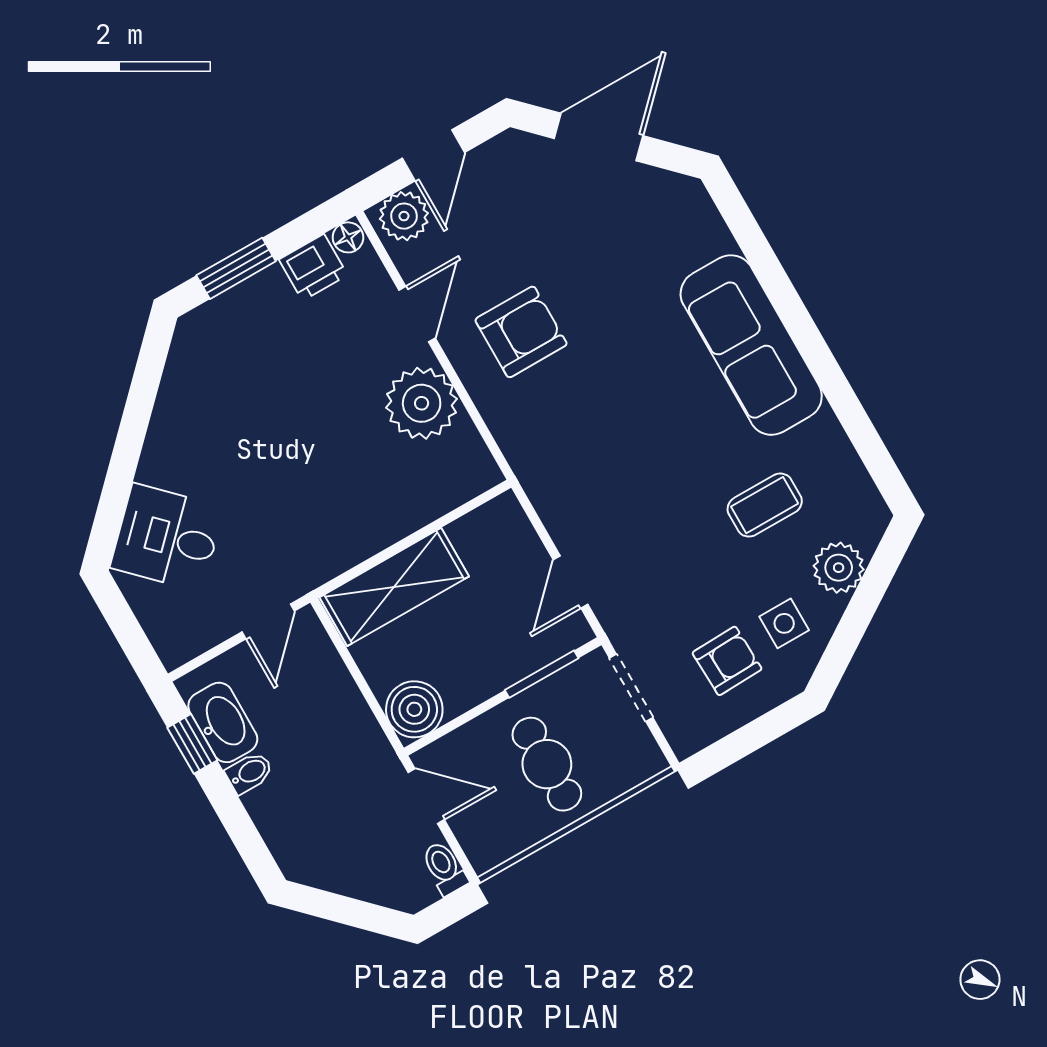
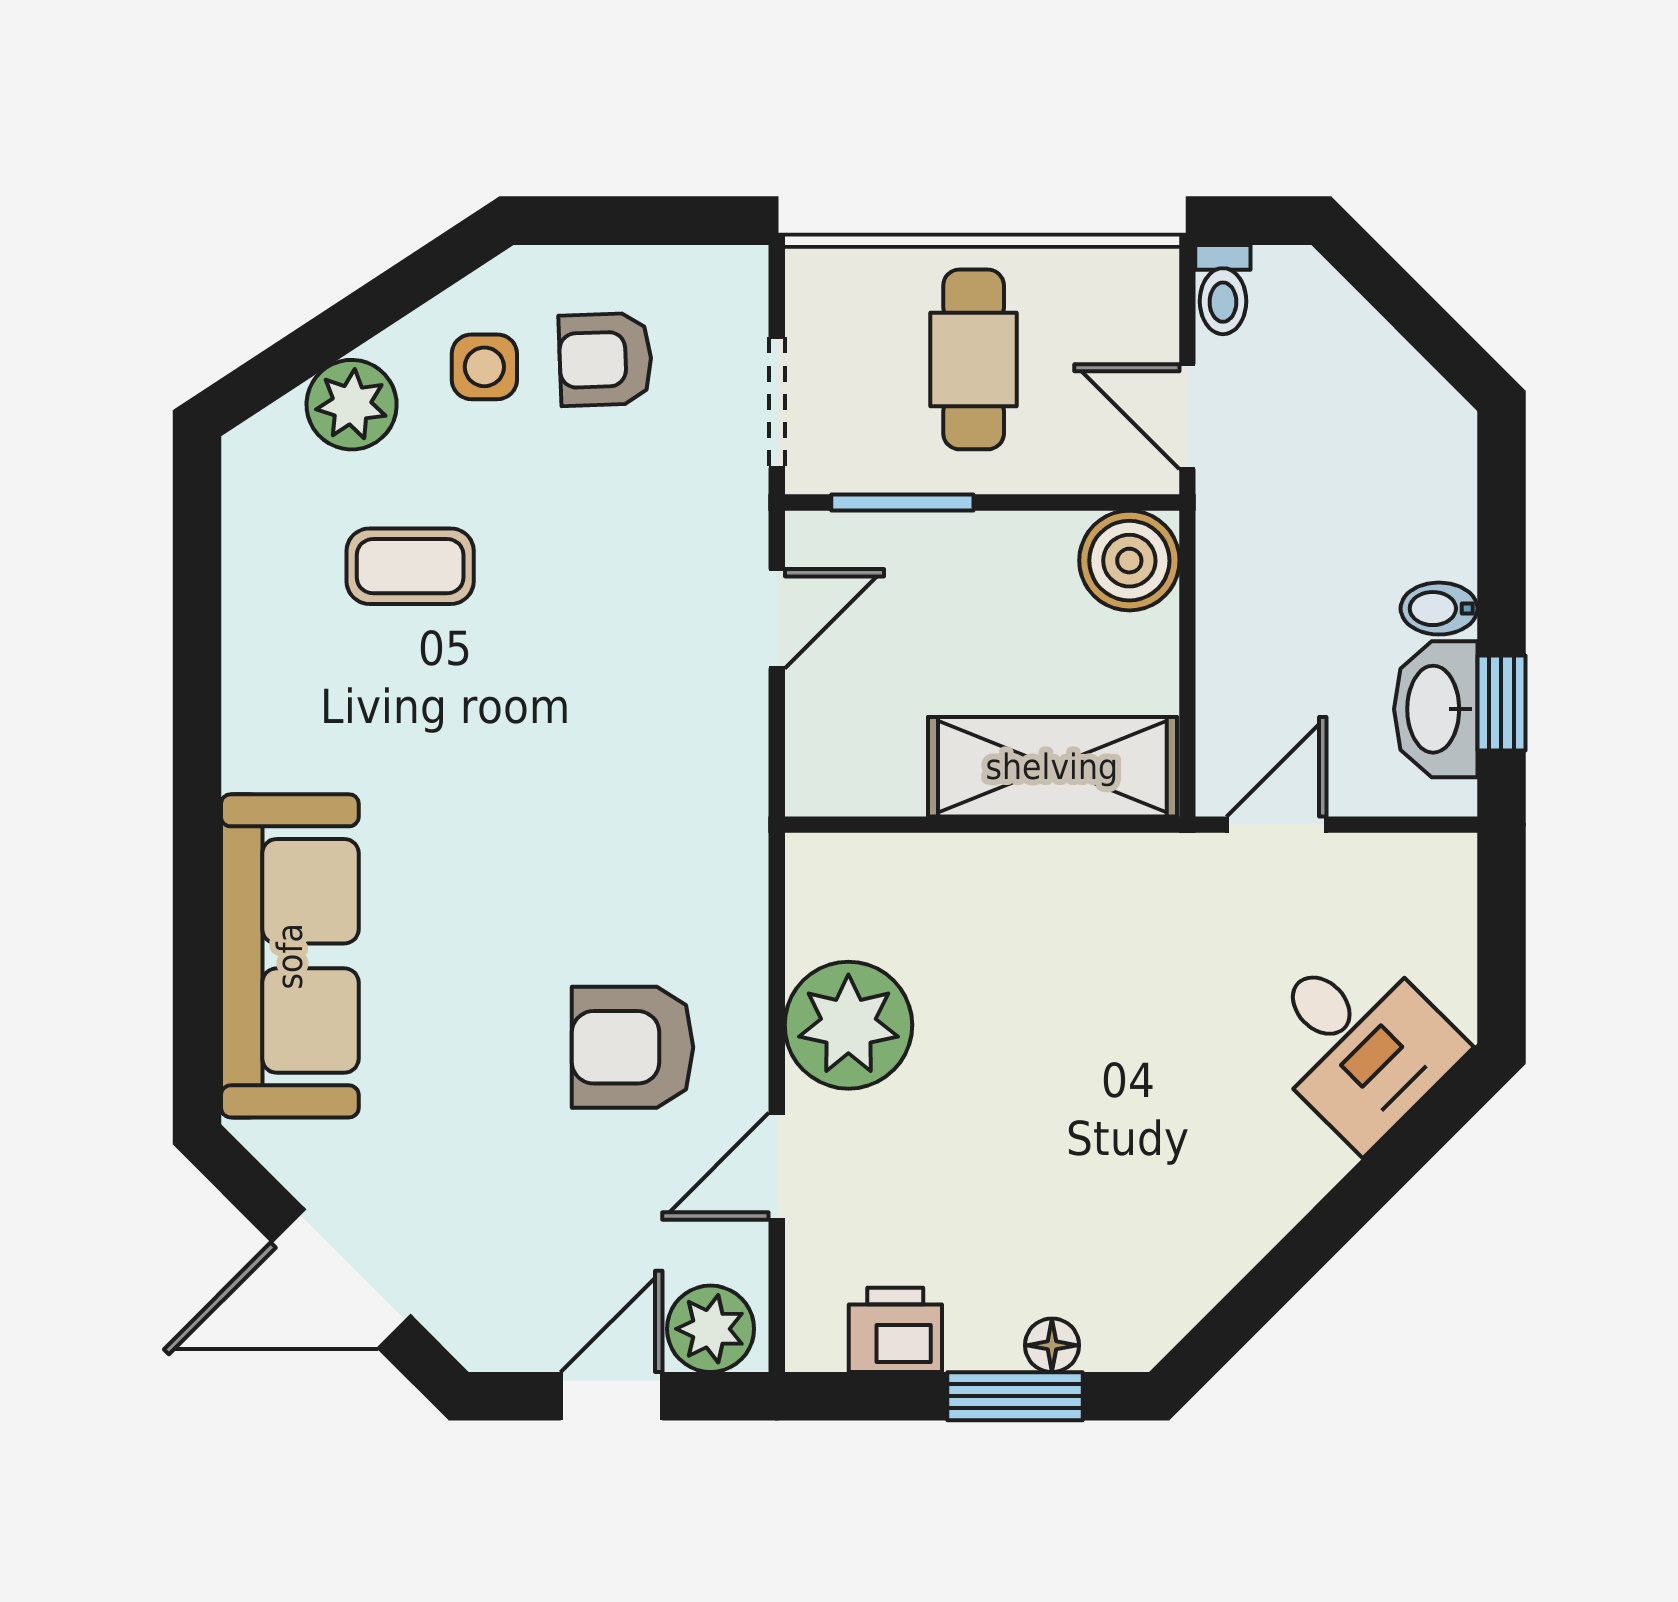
floor lamp: (348, 237) -> (1052, 1345), moved
sofa: (751, 345) -> (290, 956), moved

